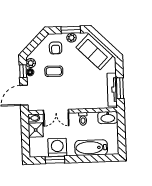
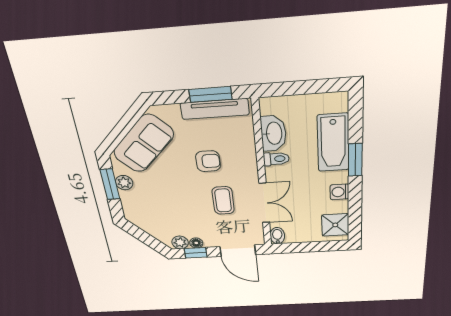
armchair: (56, 48) -> (208, 161), moved
coffee table: (54, 71) -> (223, 200), moved
washbasin: (108, 118) -> (273, 133), moved
shower: (36, 130) -> (335, 225), moved
washing machine: (57, 147) -> (339, 192), width x0.53, depth x0.53
window: (55, 160) -> (355, 160), moved

